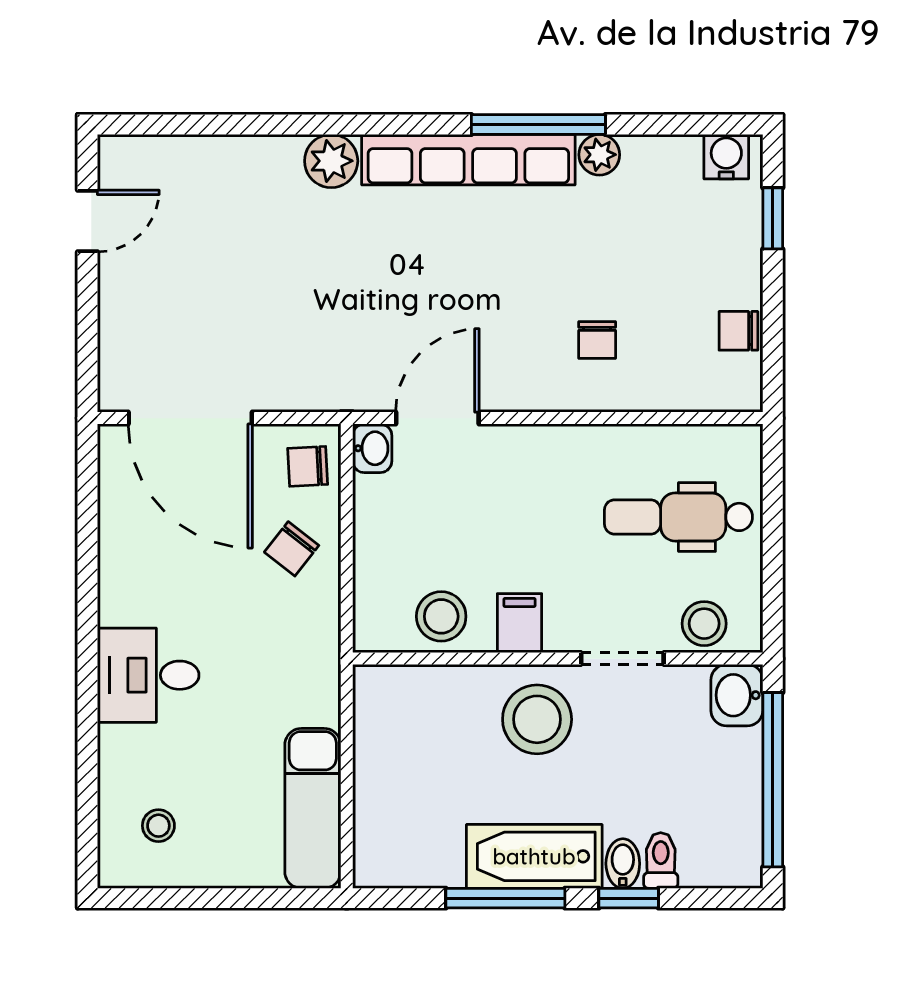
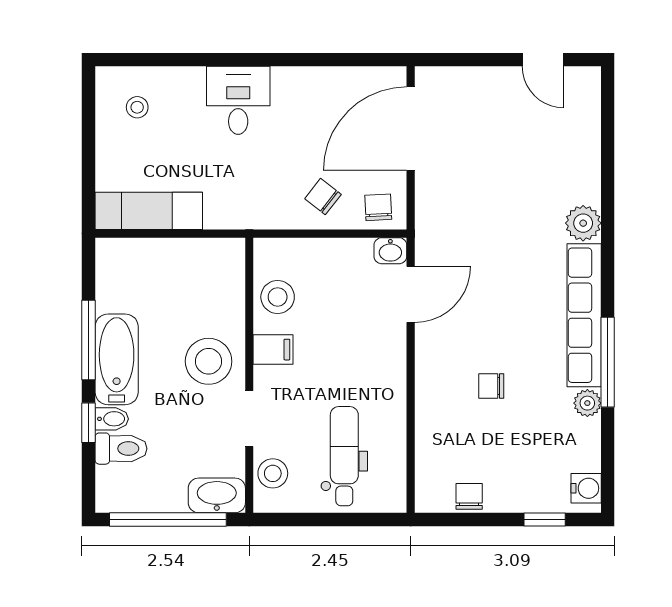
chair: (597, 340) -> (491, 386), moved
door: (437, 418) -> (411, 294), hinge flipped
washbasin: (737, 695) -> (217, 495), width x1.38
toilet: (661, 860) -> (121, 449), width x1.37, depth x1.39

